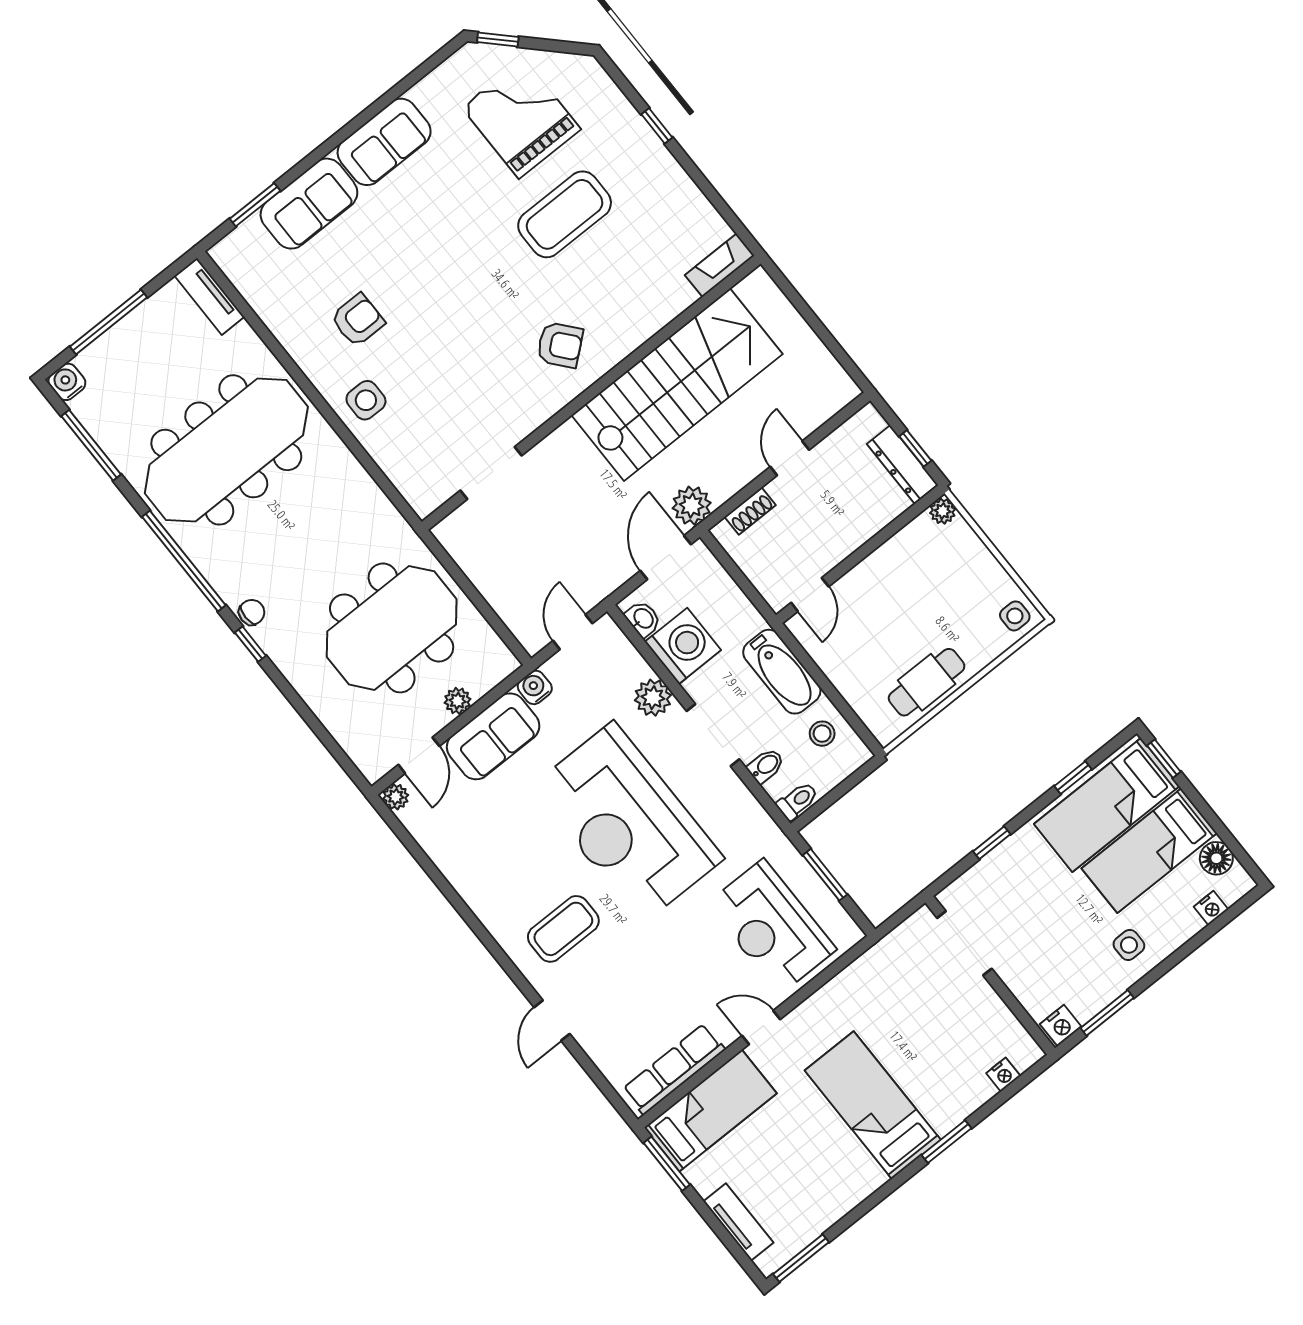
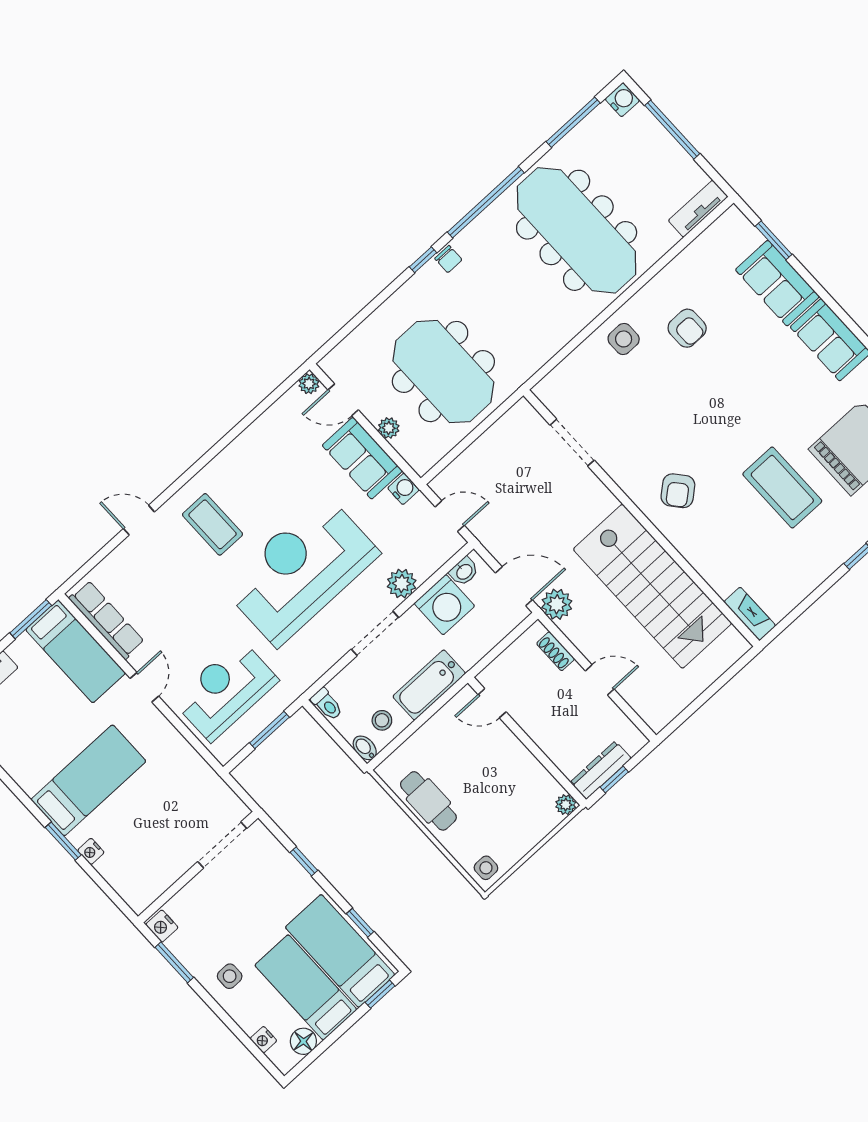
bidet: (766, 766) -> (365, 748), moved, turned 180
nightstand: (1003, 1074) -> (91, 851), moved

